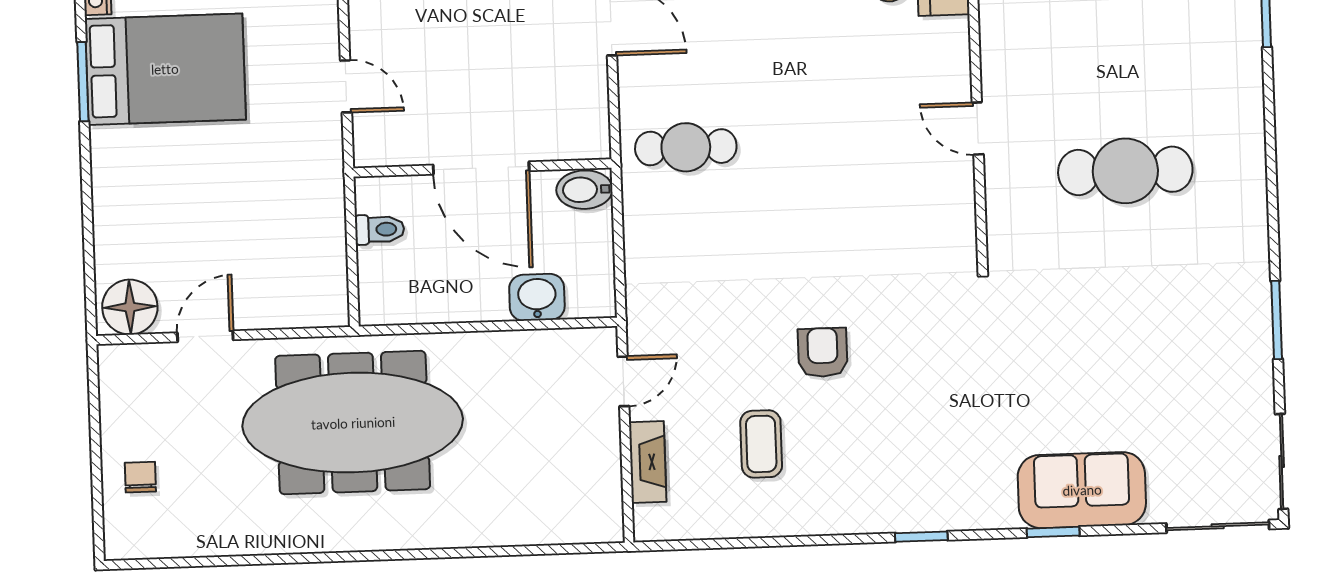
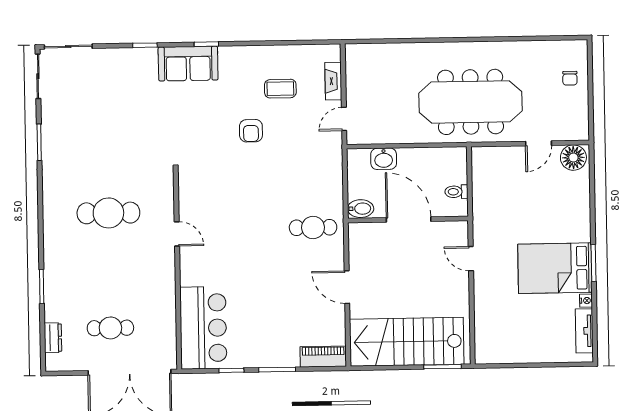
coffee table: (761, 444) -> (280, 89), turned 90
sofa: (1082, 490) -> (188, 64), moved

